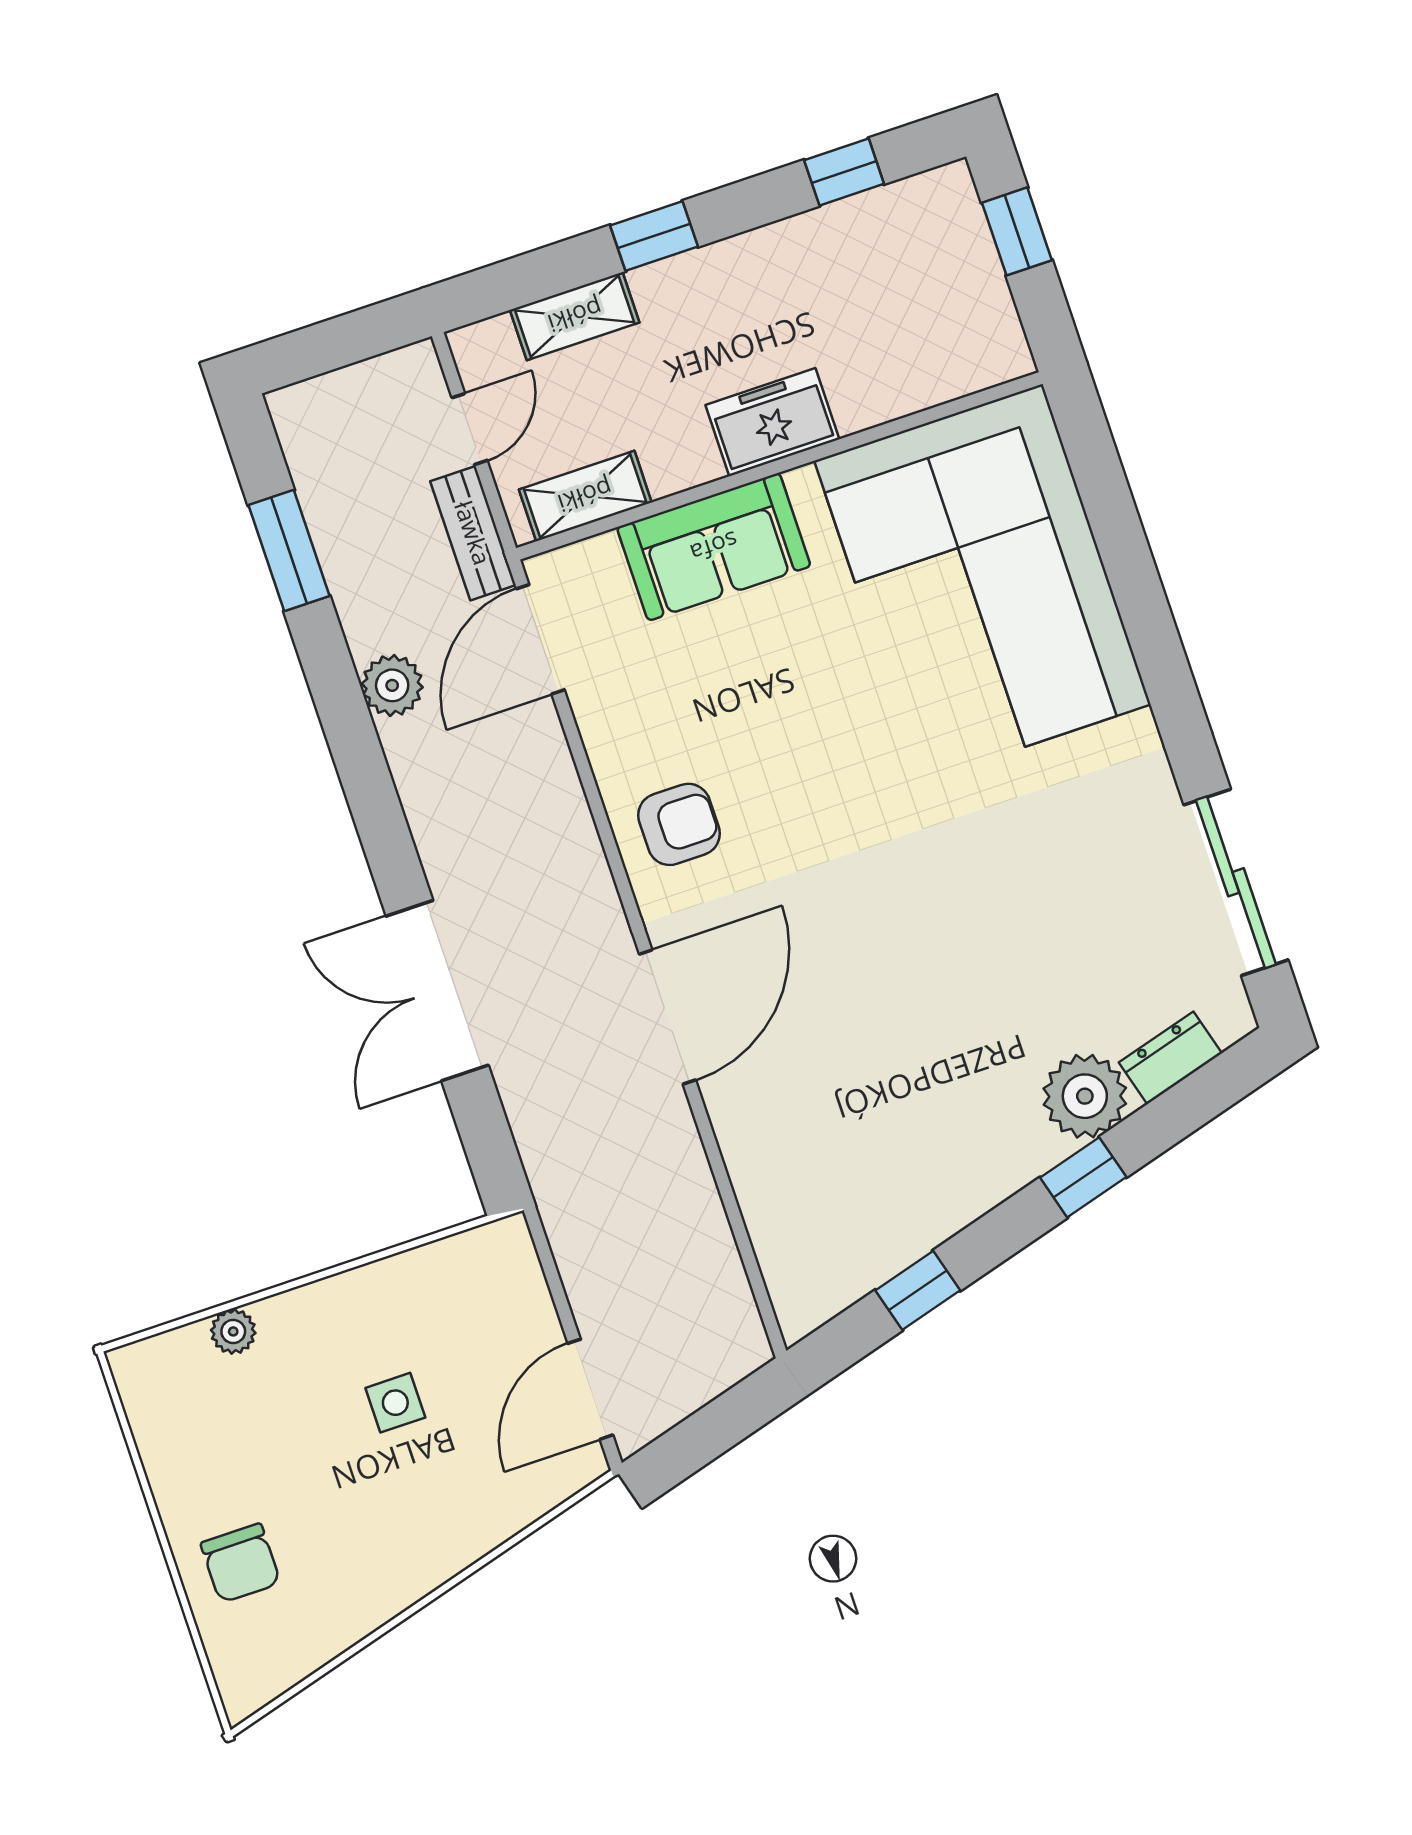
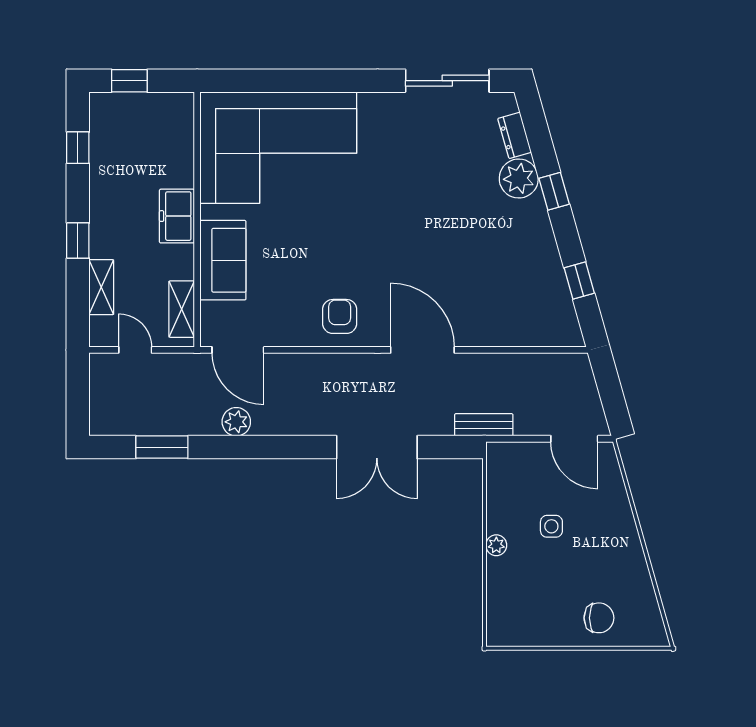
bench: (473, 533) -> (484, 425), moved
plant: (233, 1331) -> (496, 545), moved

